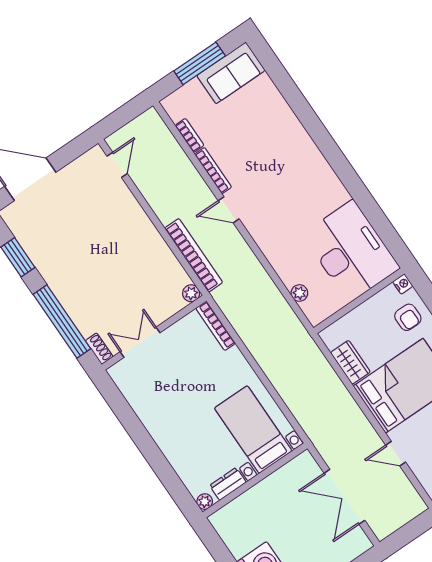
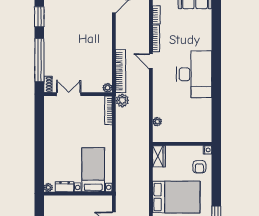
desk: (351, 251) -> (194, 74), moved
plant: (226, 297) -> (122, 100), added
wardrobe: (350, 362) -> (159, 156), moved

